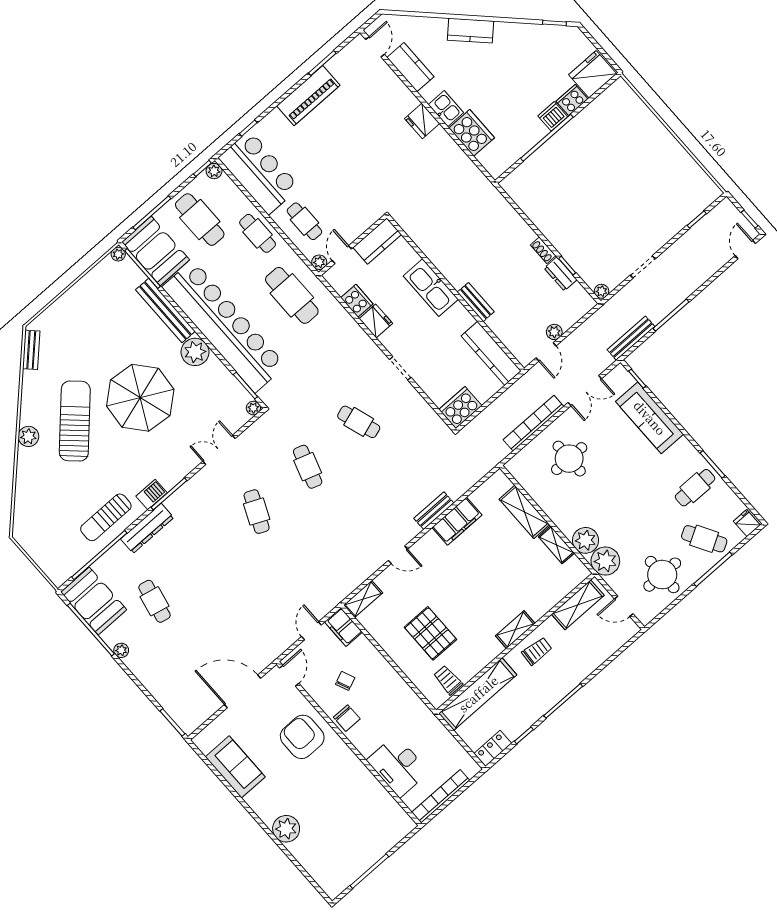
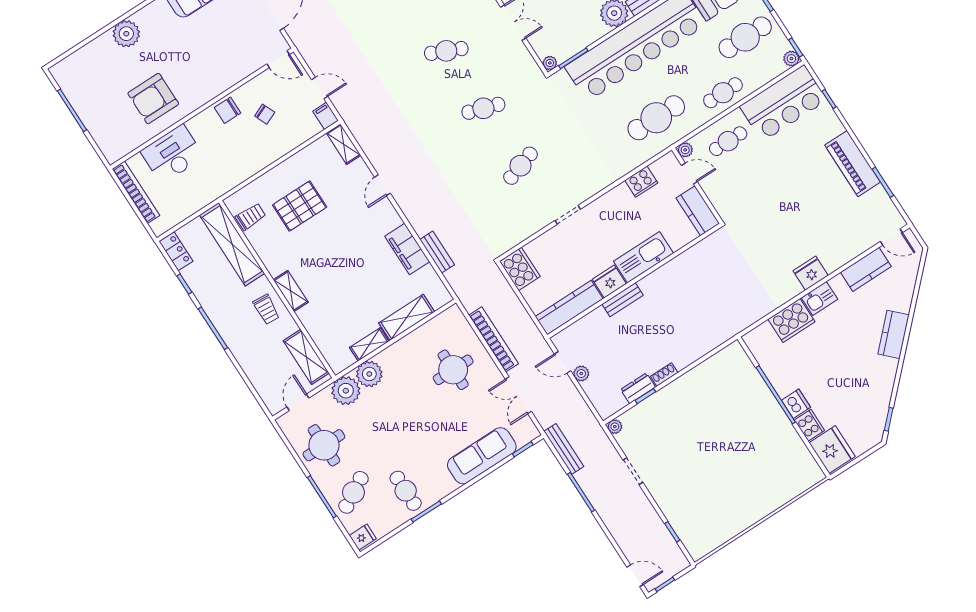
fridge: (376, 321) -> (609, 281), moved, turned 180
bench: (434, 511) -> (437, 252), moved
filing cabinet: (343, 627) -> (326, 116), width x0.50
armchair: (302, 737) -> (153, 99), moved, turned 180

